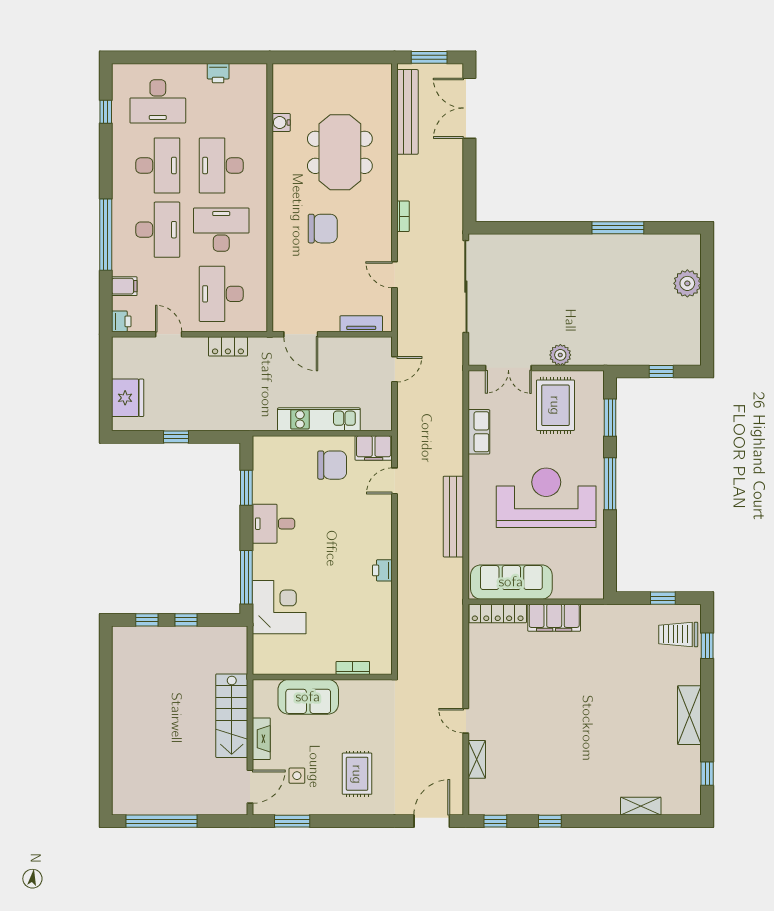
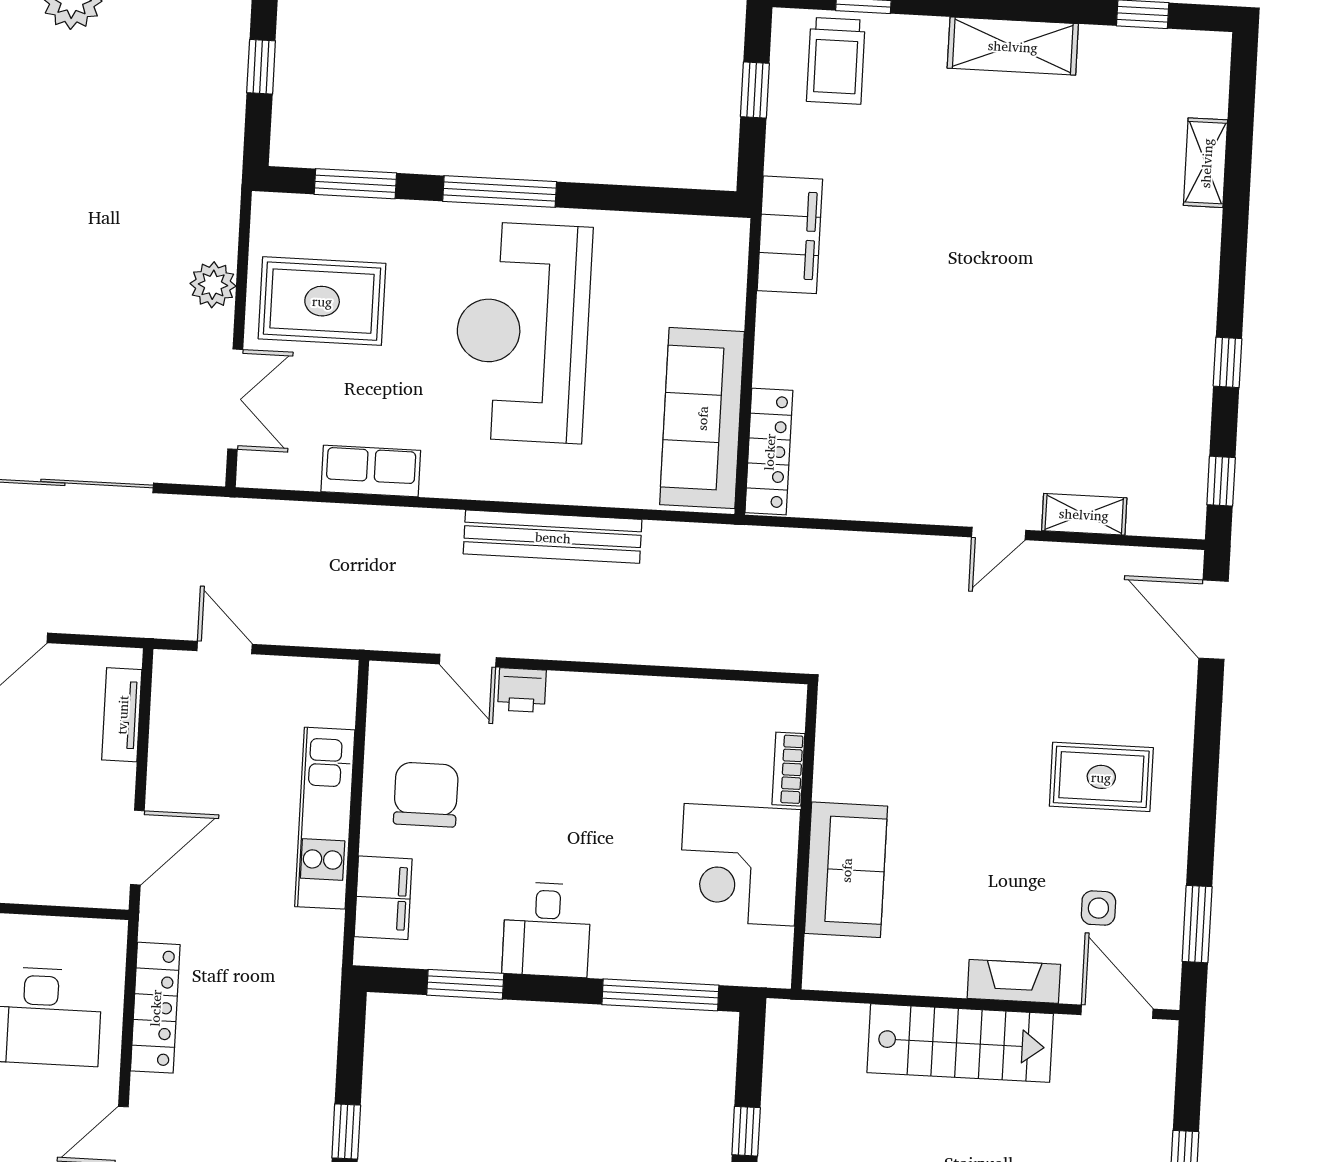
locker: (228, 346) -> (155, 1008), width x1.53
filing cabinet: (374, 448) -> (383, 898), moved
printer: (382, 570) -> (522, 690), moved
corner desk: (279, 607) -> (739, 865), moved, turned -90
filing cabinet: (554, 618) -> (790, 235), moved
bookcase: (353, 668) -> (788, 769), moved
wall: (322, 677) -> (804, 837), moved
sofa: (308, 697) -> (846, 870), moved

